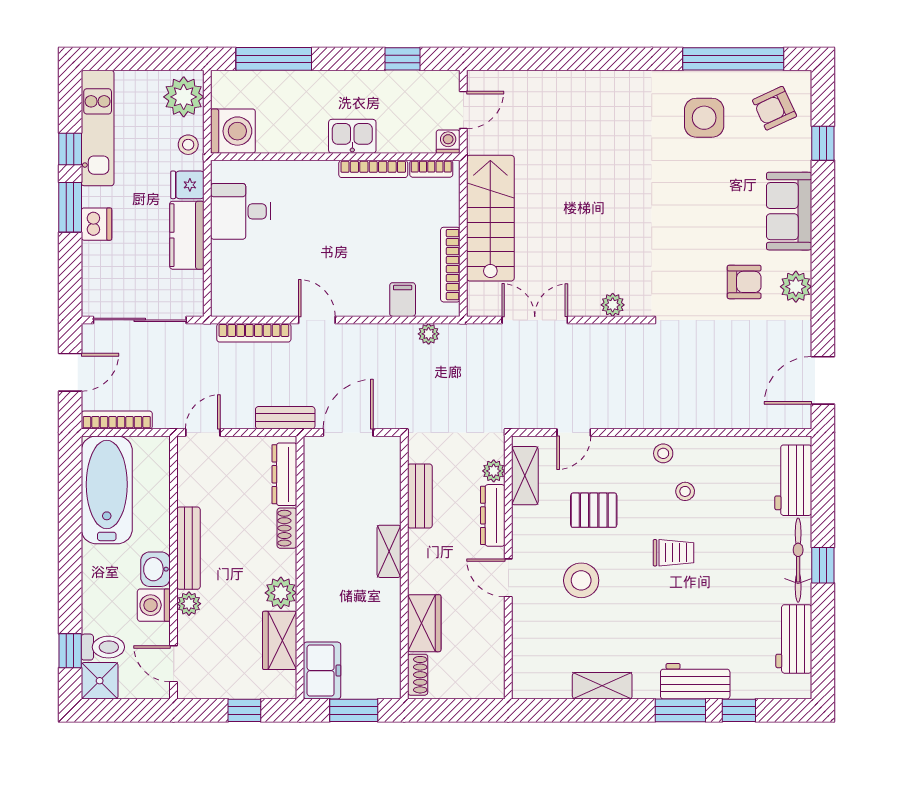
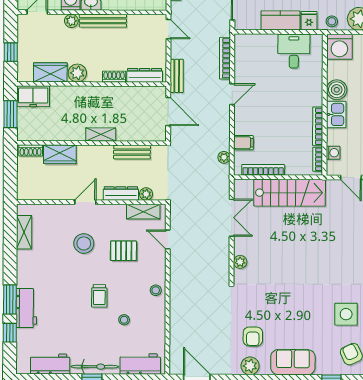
boiler: (309, 136) -> (337, 90), added
washing machine: (448, 142) -> (333, 153), moved
stool: (685, 491) -> (124, 320), moved
pallet: (594, 510) -> (124, 251), turned 90
shelving: (602, 686) -> (24, 232), moved

